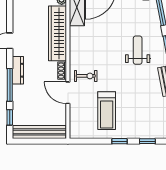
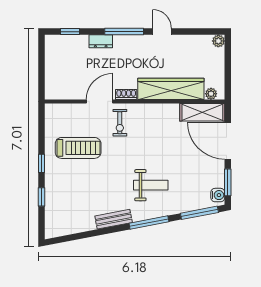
dresser: (18, 70) -> (101, 41), moved, width x0.70
window: (10, 85) -> (124, 32), moved
treadmill: (107, 111) -> (78, 148), turned 180
bench: (39, 132) -> (53, 67), removed

